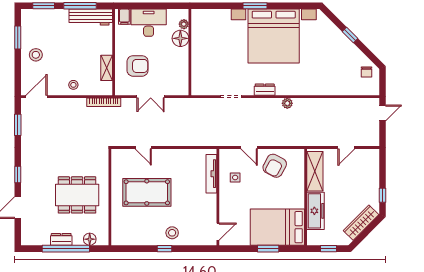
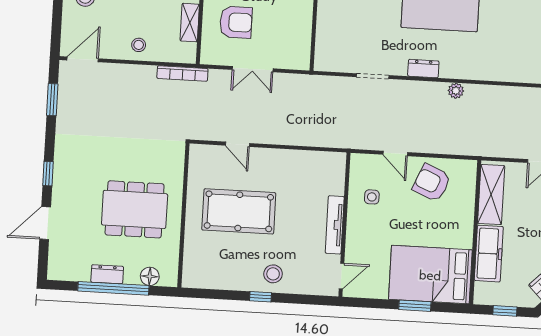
armchair: (275, 166) -> (432, 183), turned 85
tv unit: (211, 174) -> (335, 225), moved

